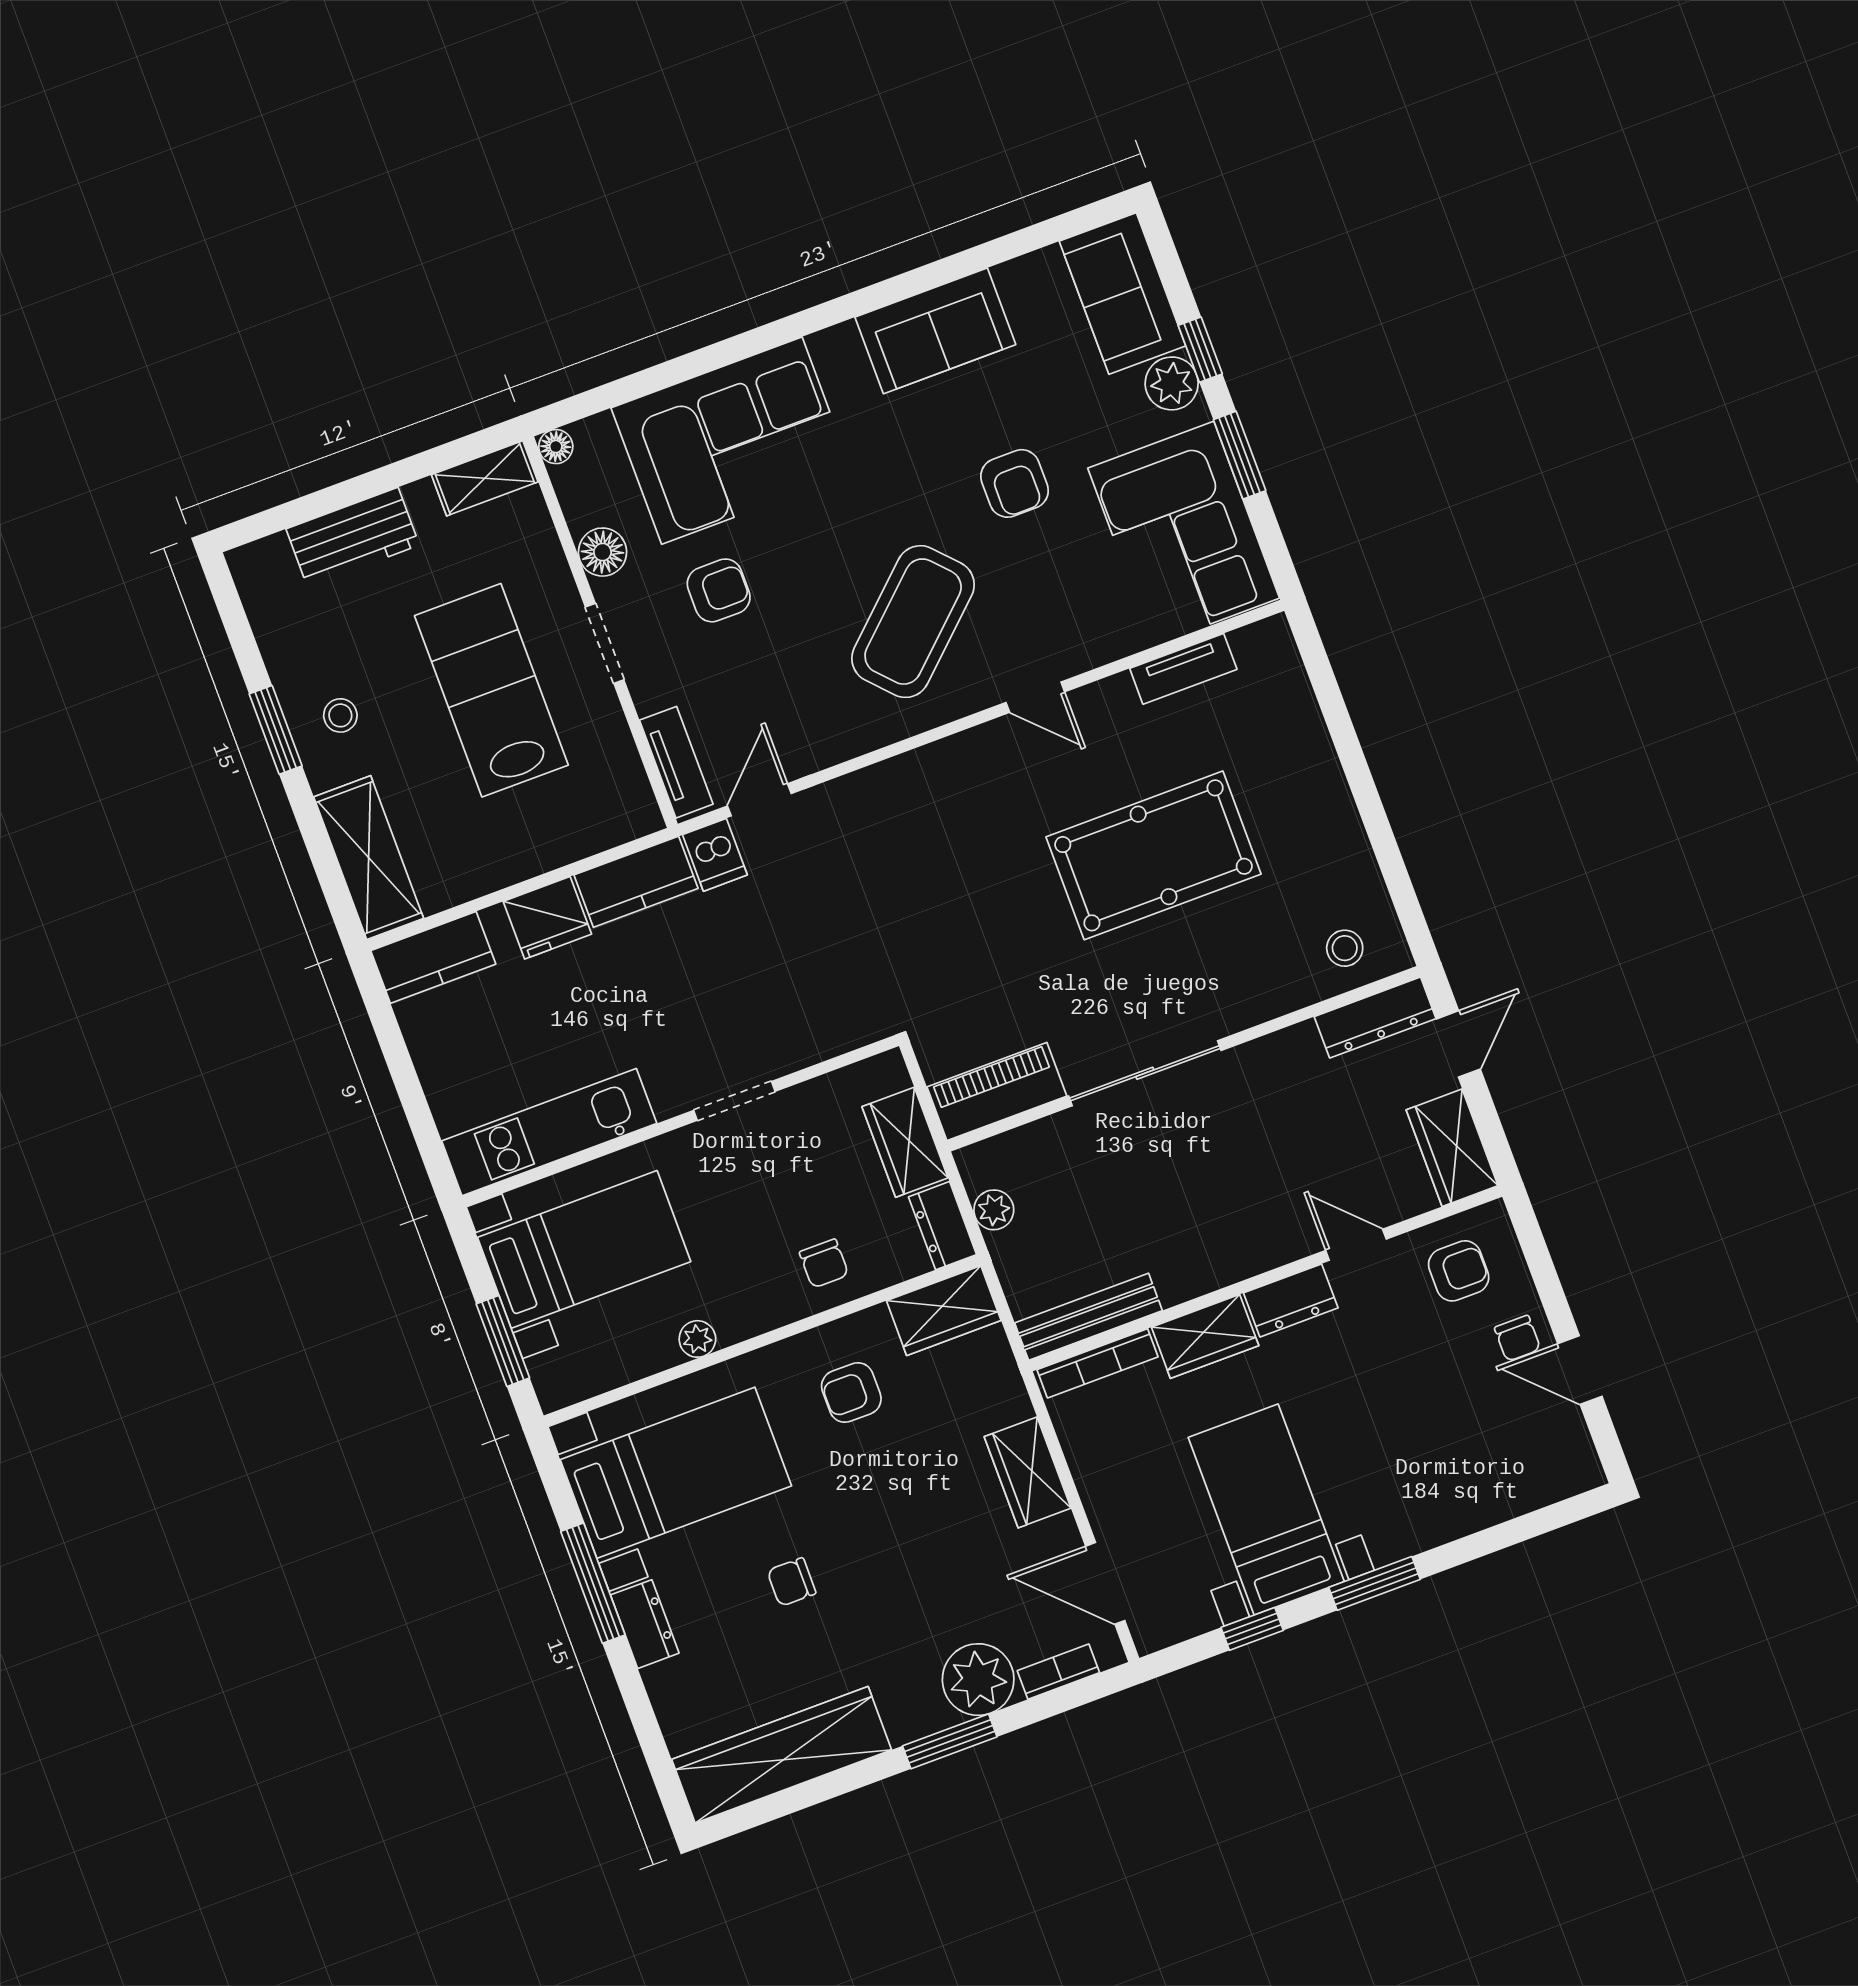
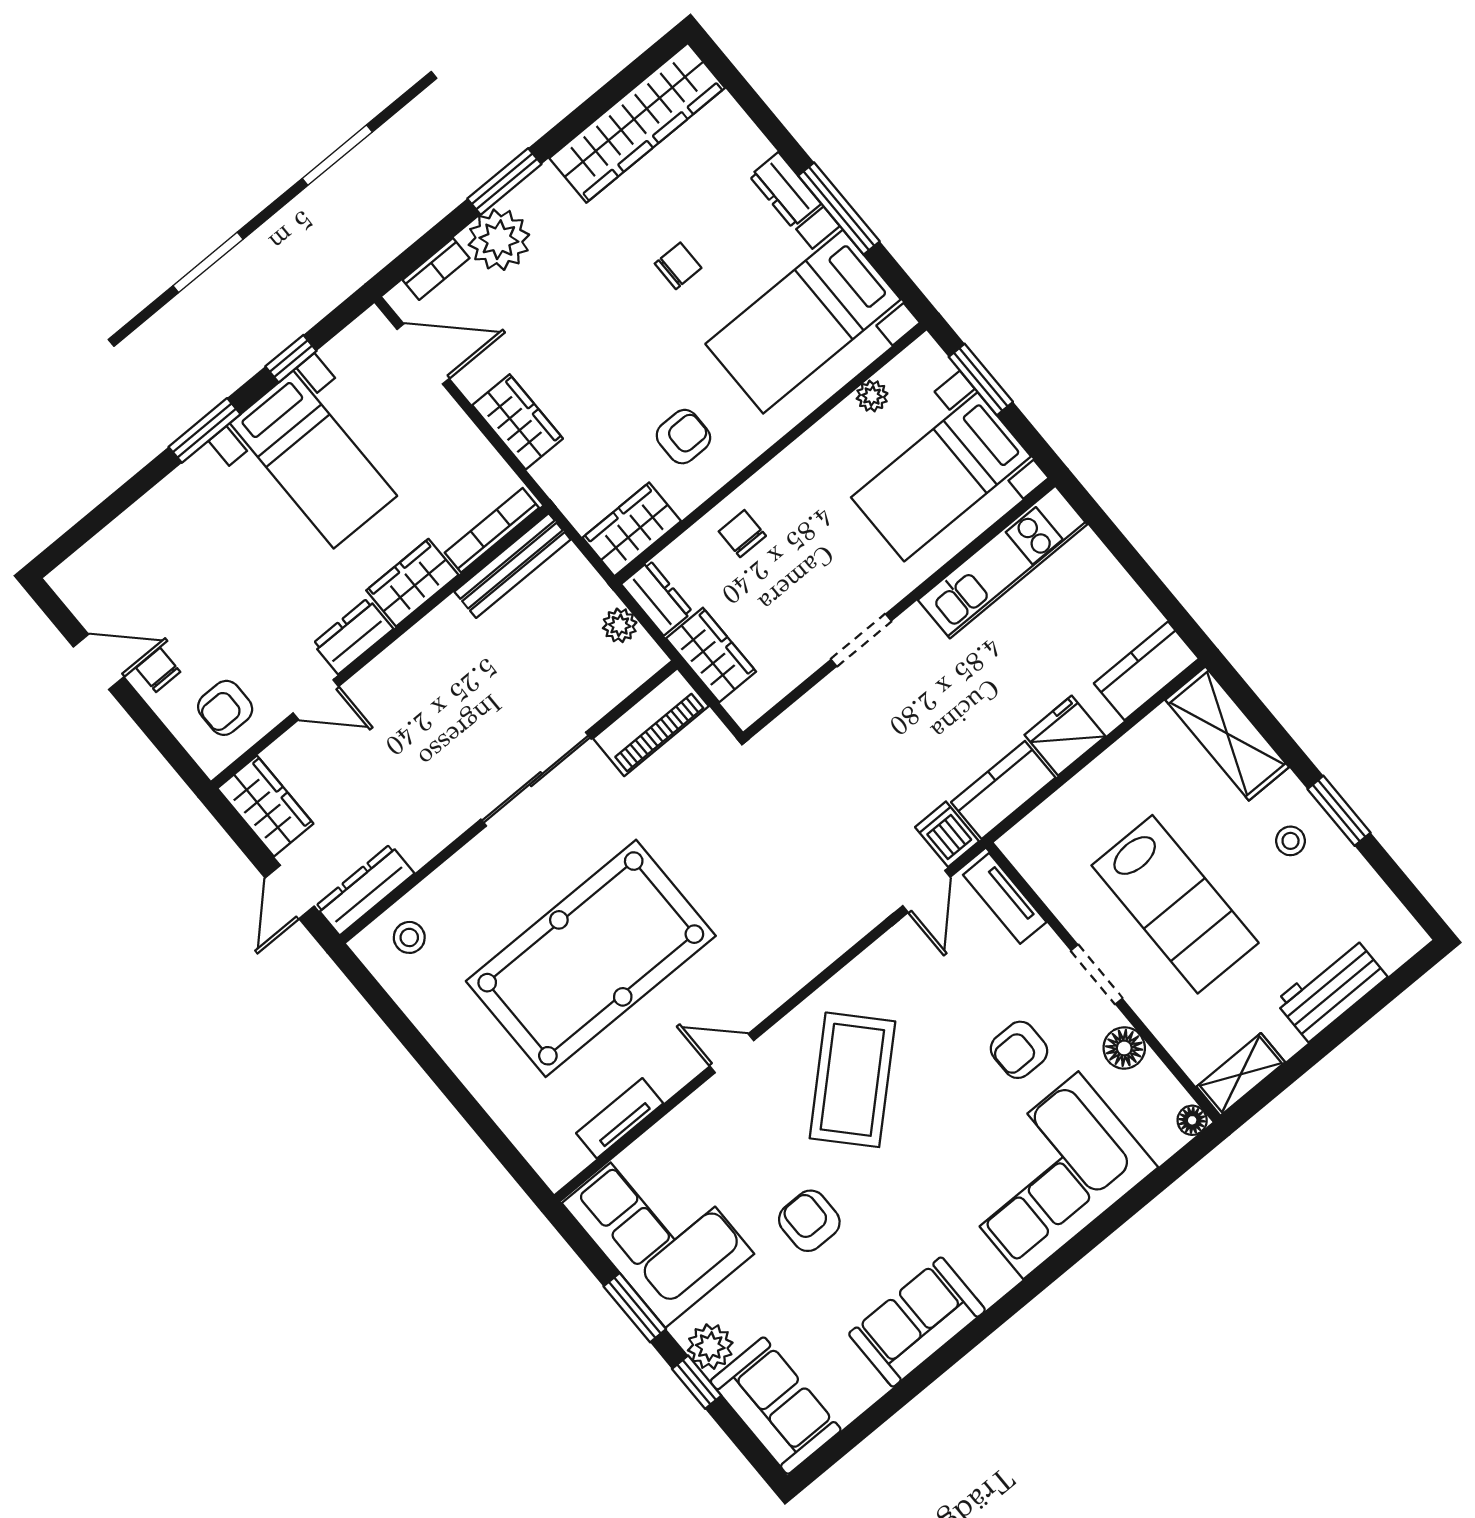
pool table: (1154, 855) -> (591, 958), width x1.36, depth x1.32
plant: (697, 1339) -> (872, 396), moved

